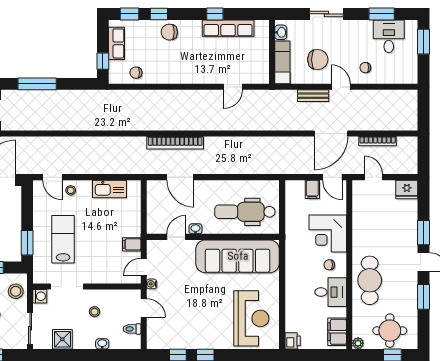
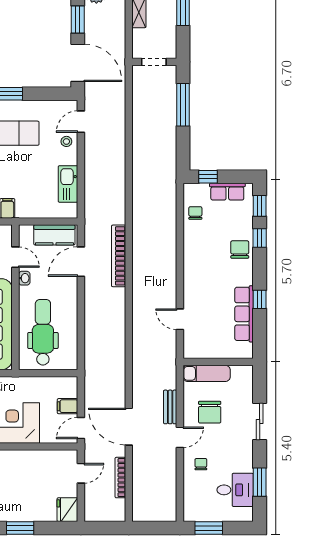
washbasin: (281, 32) -> (239, 372), removed
window: (424, 42) -> (209, 528), moved
kitchen counter: (156, 201) -> (54, 235), added

